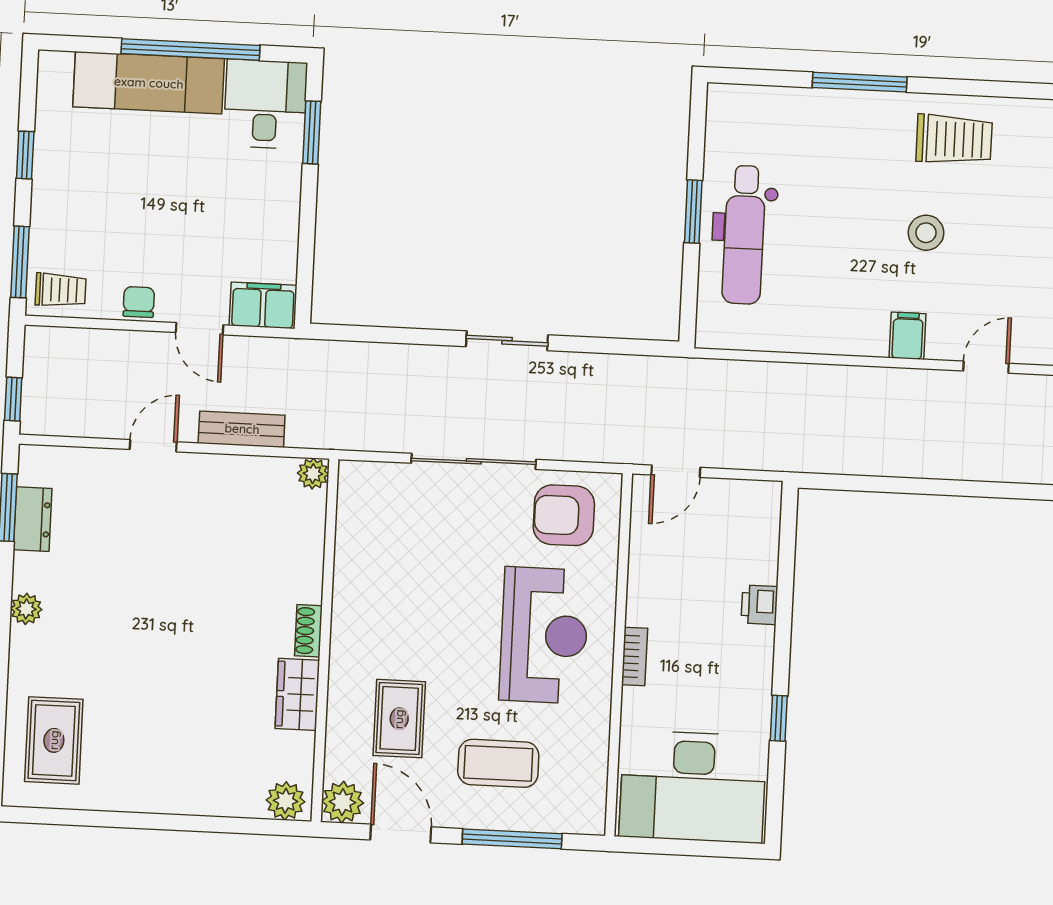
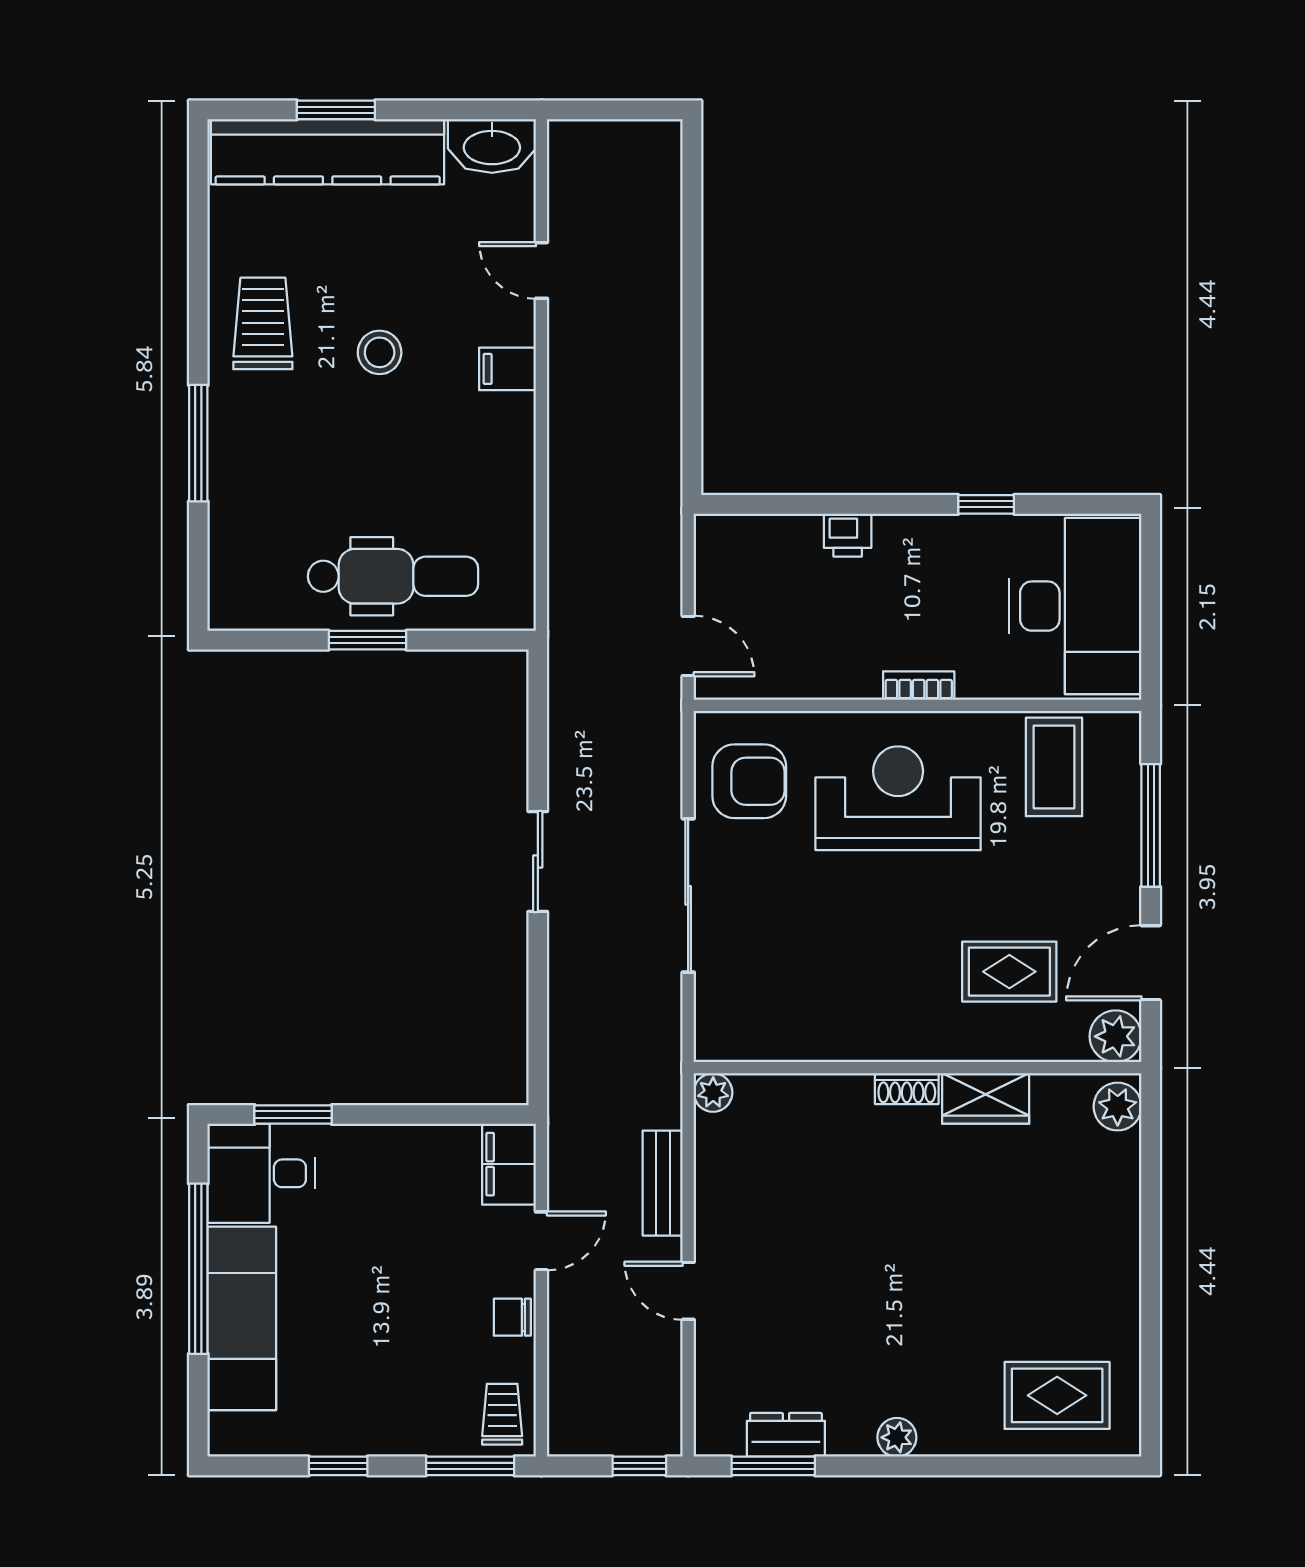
armchair: (564, 515) -> (749, 781), turned -90
coffee table: (498, 763) -> (1054, 767), moved

